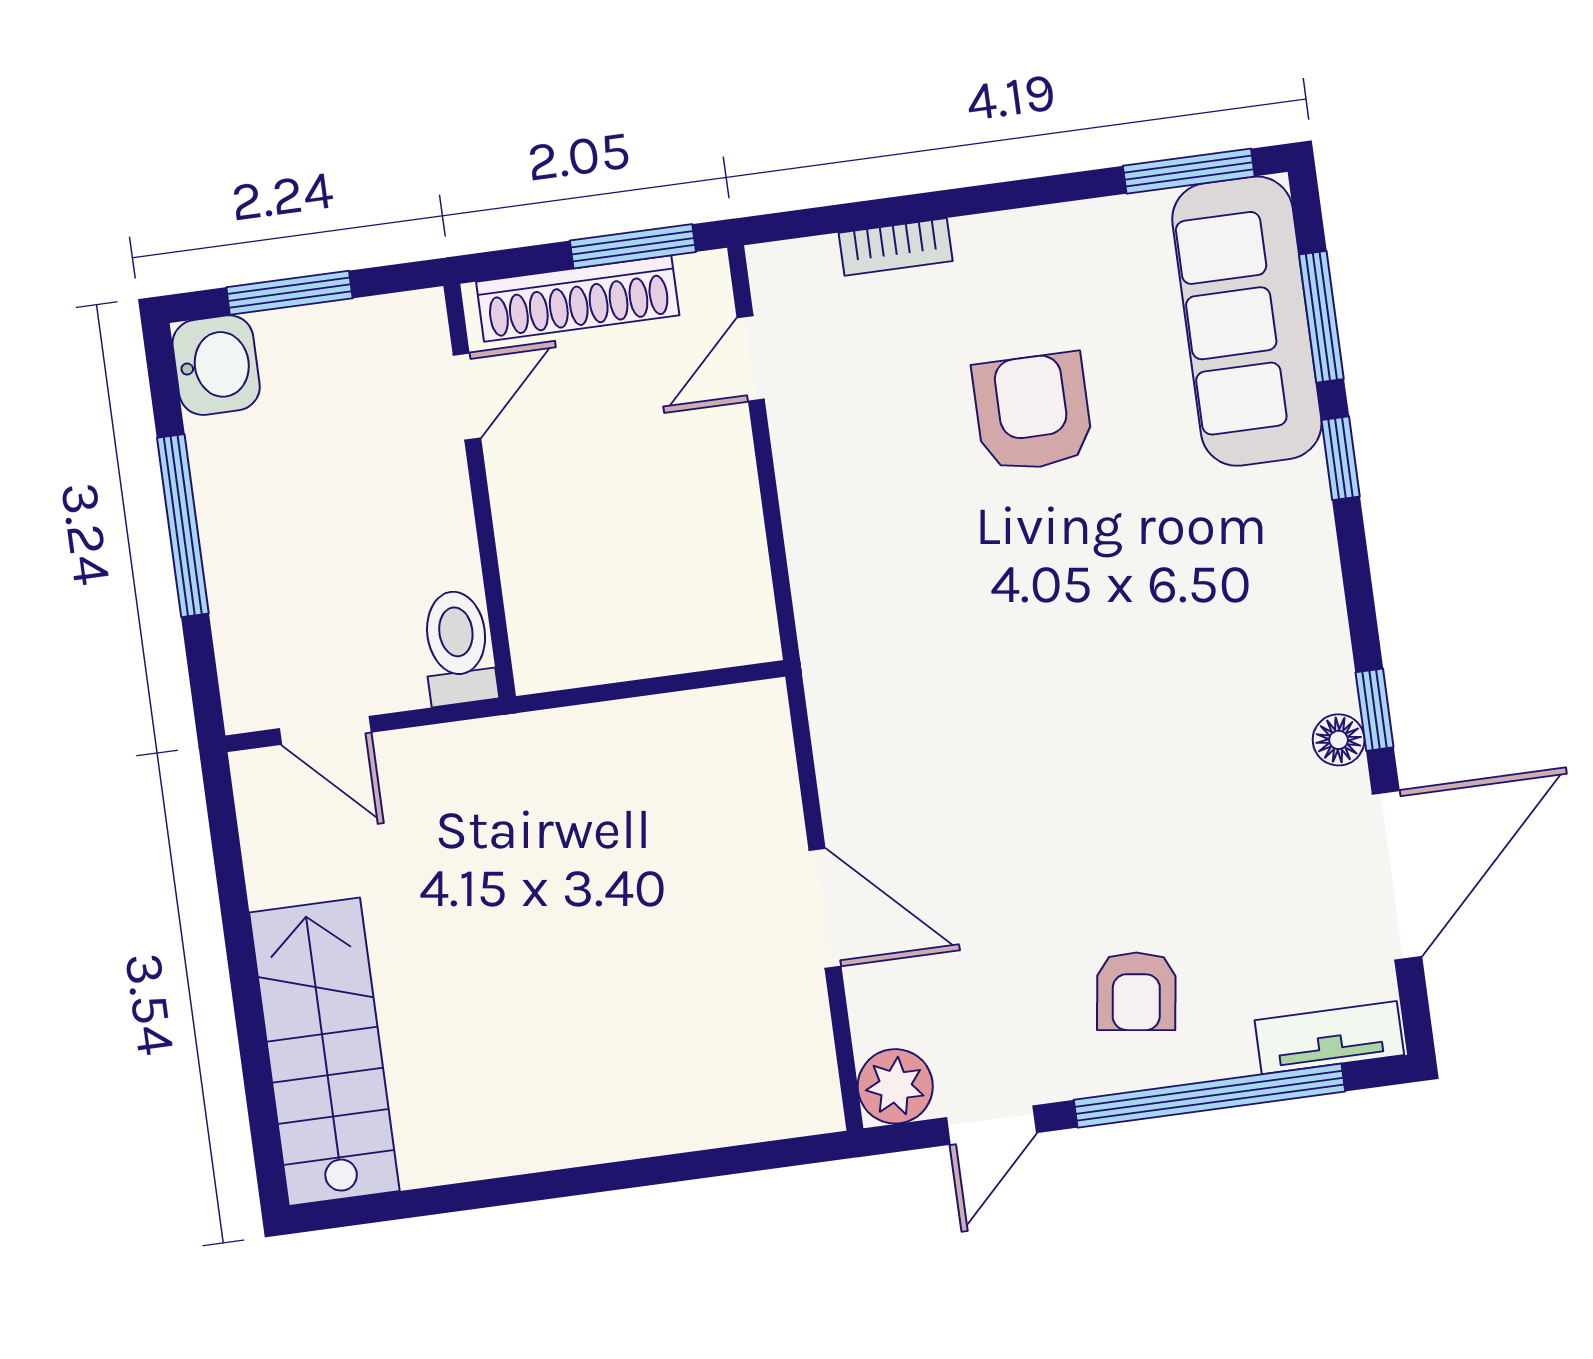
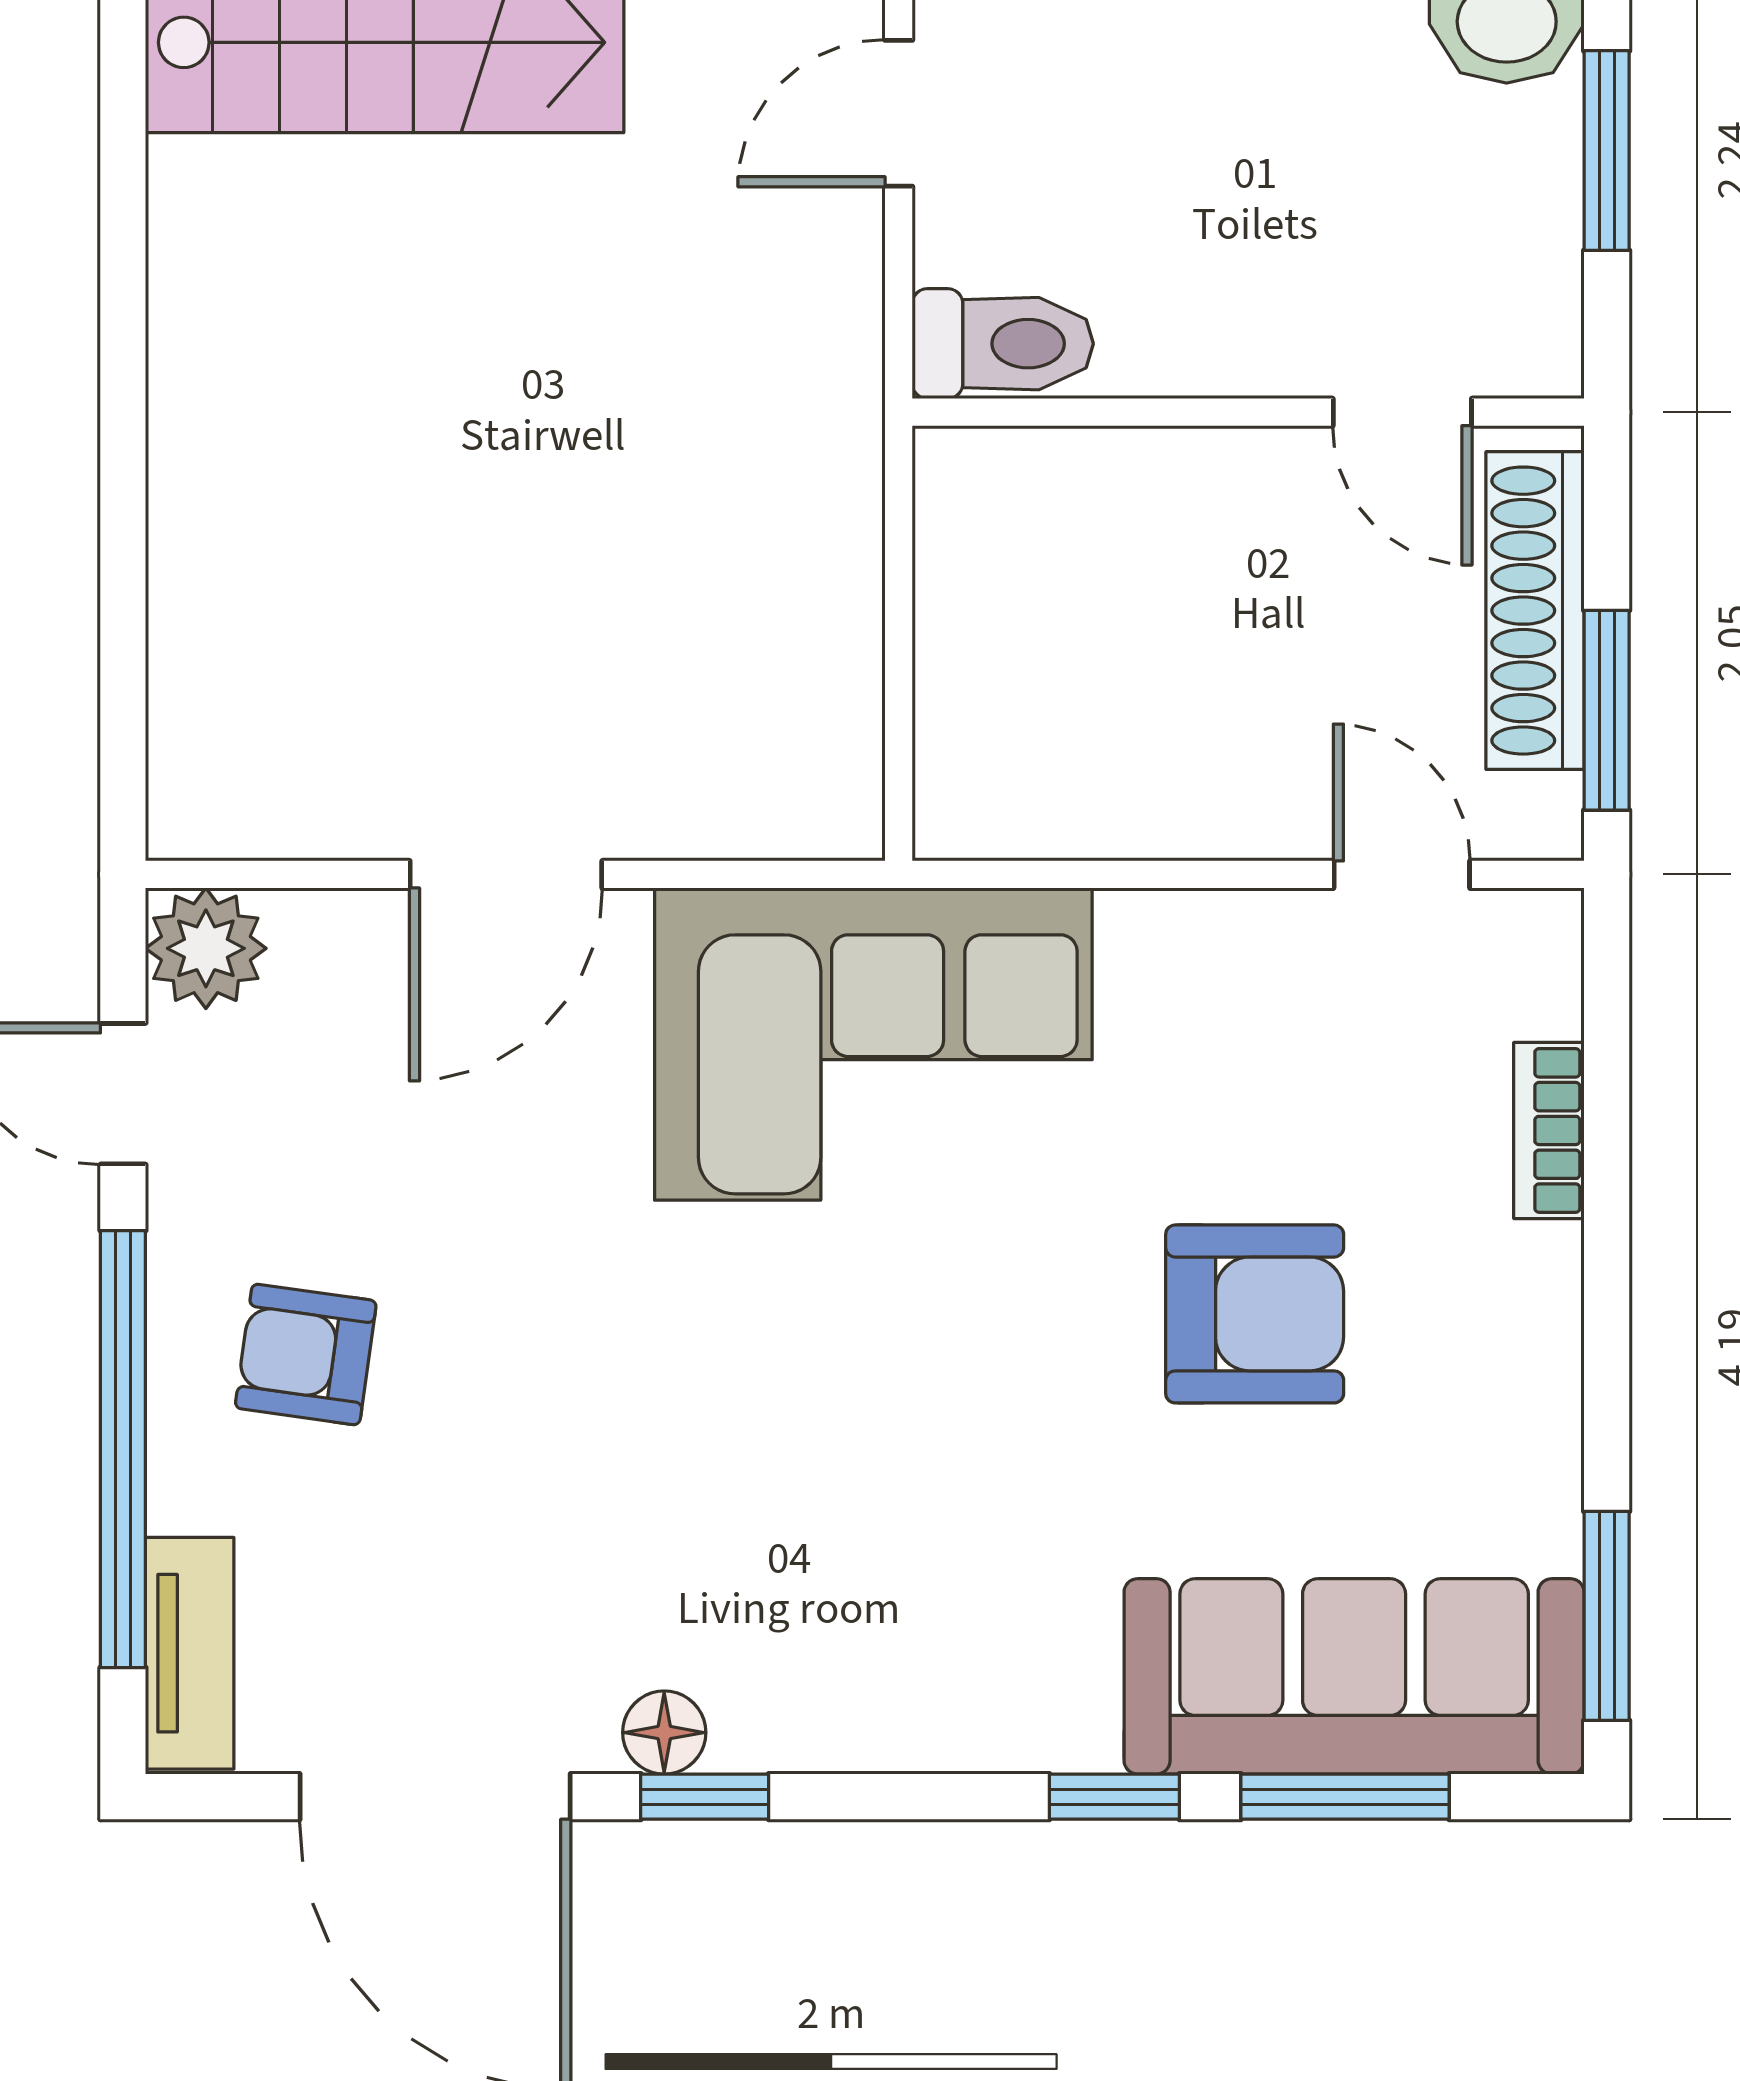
corner sofa: (899, 669) -> (873, 1044), added

